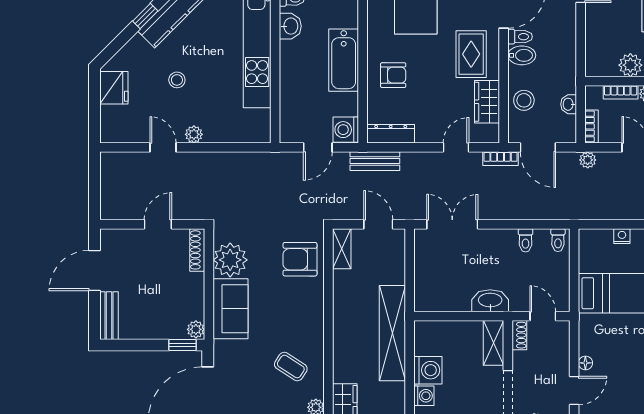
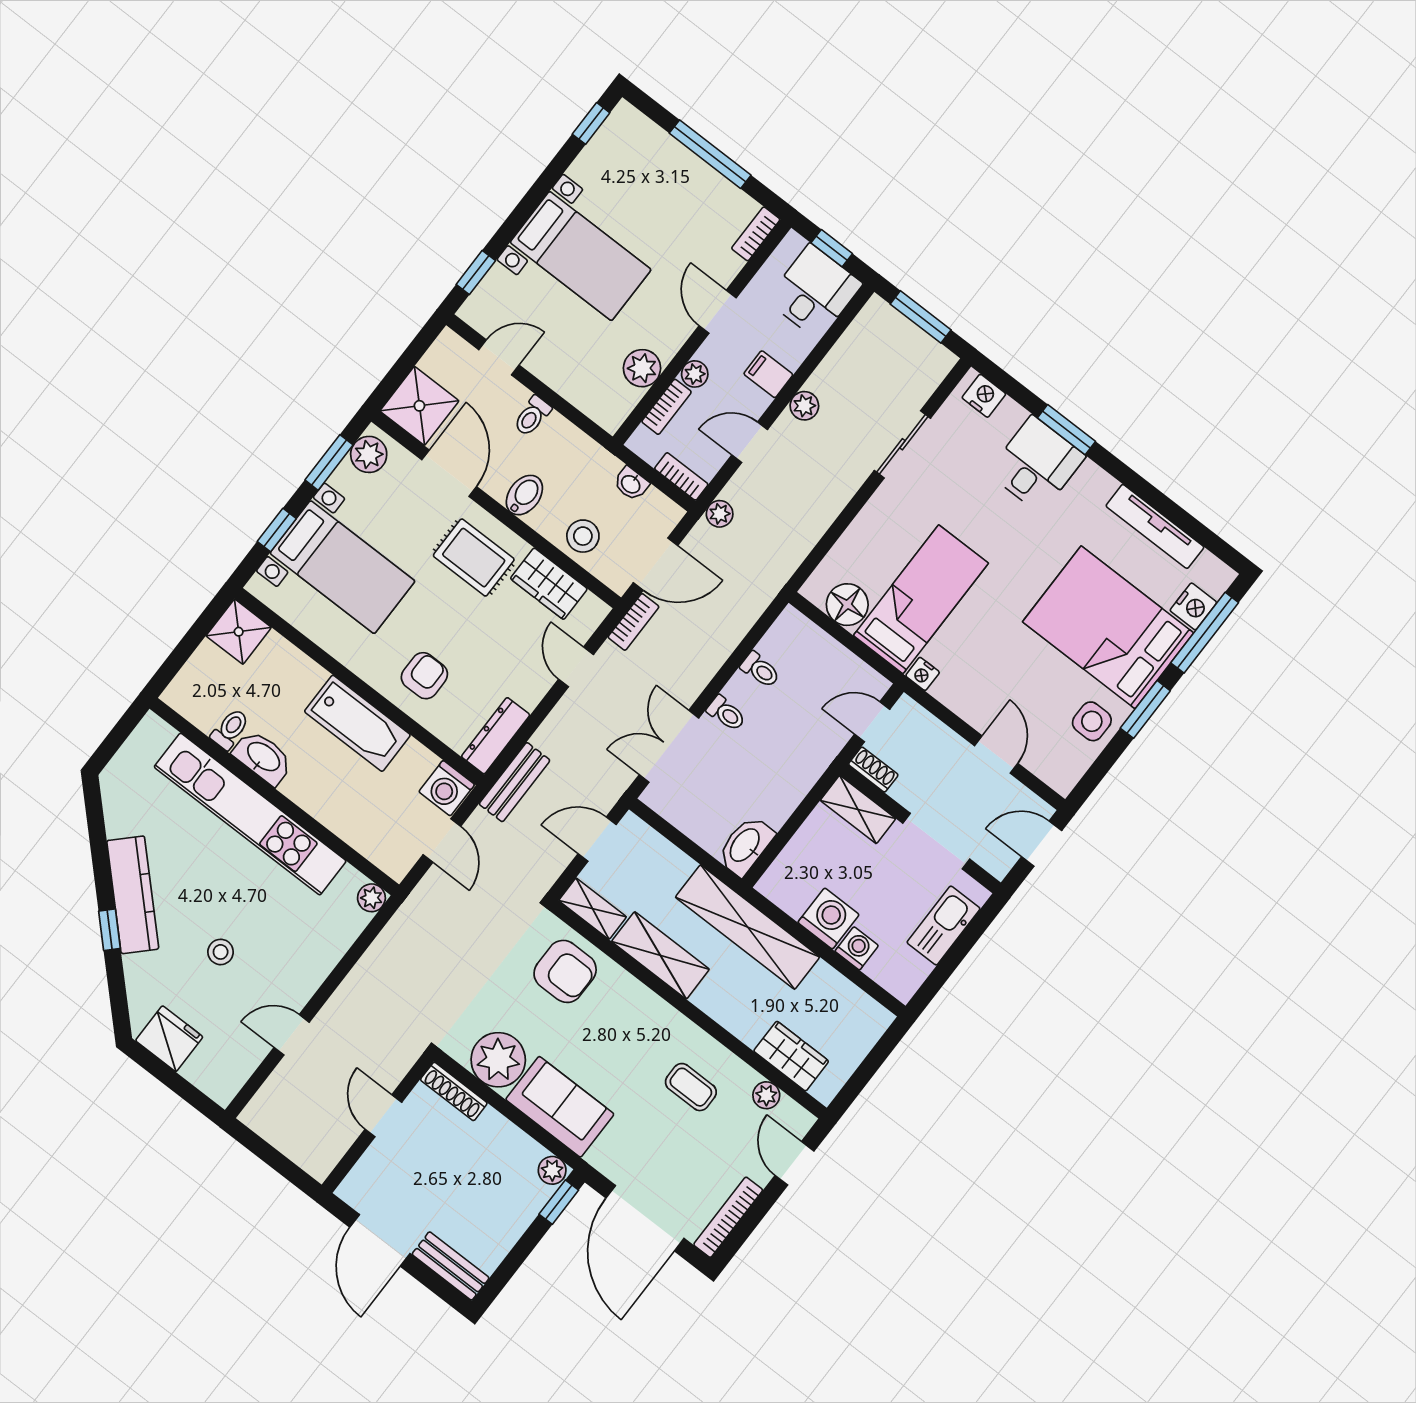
washbasin: (290, 26) -> (263, 757), width x1.38
toilet: (520, 37) -> (532, 416), moved, turned 180
plant: (194, 134) -> (371, 898), moved
nightstand: (622, 236) -> (923, 674), moved, turned -90
toilet: (558, 240) -> (726, 713), moved
armchair: (300, 259) -> (565, 971), turned -90
shelving: (345, 301) -> (660, 955), added
washbasin: (490, 301) -> (745, 846), moved
floor lamp: (585, 363) -> (847, 605), moved, width x1.89, depth x1.89
coffee table: (291, 366) -> (691, 1087), turned 57

